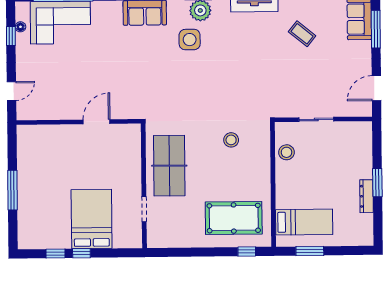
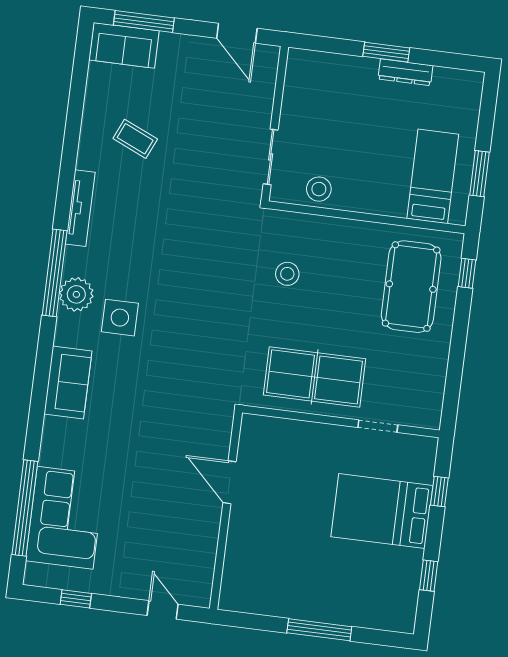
floor lamp: (20, 27) -> (63, 582), removed
coffee table: (302, 34) -> (135, 139), turned 75
sliding door: (316, 119) -> (271, 157), moved
window: (81, 253) -> (439, 491), moved

